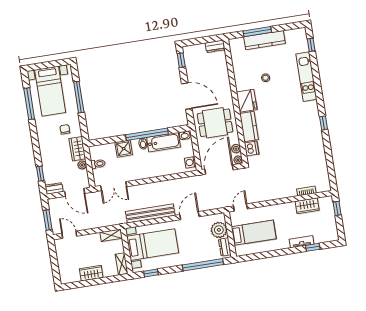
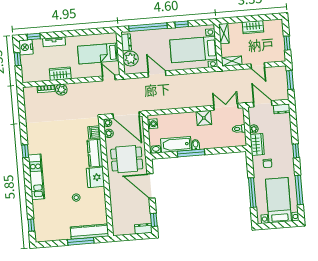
kitchen counter: (264, 40) -> (89, 232), moved
dresser: (215, 46) -> (143, 229), moved
kitchen unit: (306, 77) -> (36, 177), moved
window: (147, 134) -> (191, 153), width x0.68
shower: (124, 149) -> (204, 118), moved
door: (219, 170) -> (126, 115), hinge flipped
window: (40, 174) -> (296, 151), moved
plant: (290, 191) -> (61, 90), added
wardrobe: (307, 206) -> (60, 74), moved
door: (240, 208) -> (109, 78), swing flipped
window: (337, 208) -> (18, 59), moved
bench: (150, 213) -> (194, 79), removed
door: (189, 216) -> (157, 74), swing flipped
nightstand: (331, 234) -> (26, 47), added
door: (69, 235) -> (258, 66), moved
window: (313, 247) -> (34, 36), moved
window: (54, 259) -> (287, 43), added
window: (151, 273) -> (182, 24), moved

